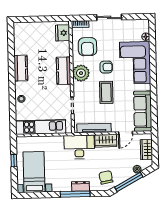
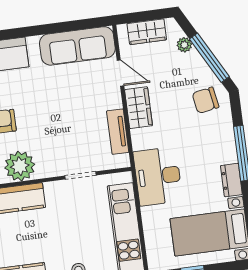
coffee table: (106, 92) -> (50, 116), removed
tv unit: (94, 128) -> (118, 132), width x0.71
desk: (79, 147) -> (158, 176), moved
dresser: (80, 186) -> (231, 180), moved

